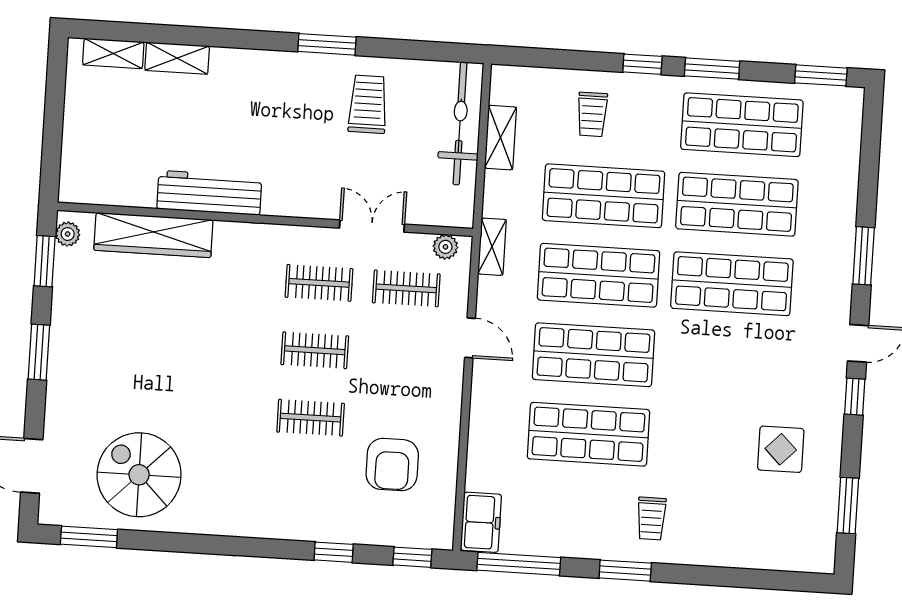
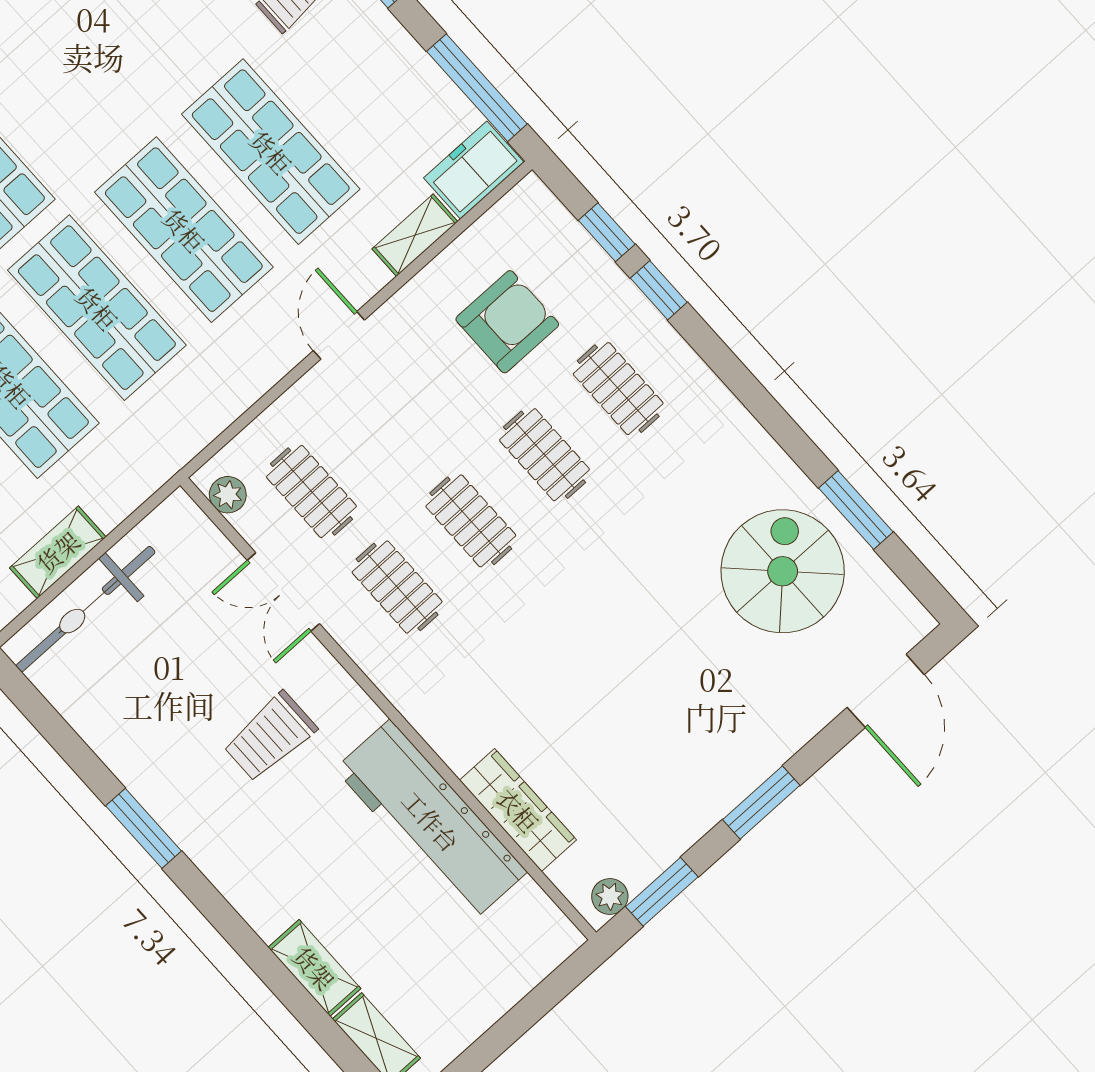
trolley: (368, 104) -> (270, 737), moved
workbench: (209, 193) -> (431, 821), width x1.36, depth x1.32
wardrobe: (153, 235) -> (518, 810), width x0.71, depth x0.85
shelving: (492, 247) -> (415, 235), moved
door: (470, 338) -> (339, 335), moved
spiral stairs: (139, 475) -> (783, 571), turned 180
clothes rail: (306, 485) -> (618, 389), added
window: (89, 537) -> (856, 510), moved
window: (412, 557) -> (607, 232), moved

